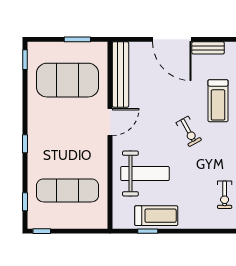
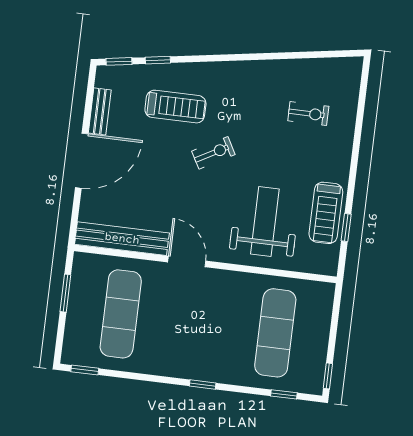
exercise mat: (68, 80) -> (121, 314), width x0.68
treadmill: (156, 216) -> (326, 213), turned 180

